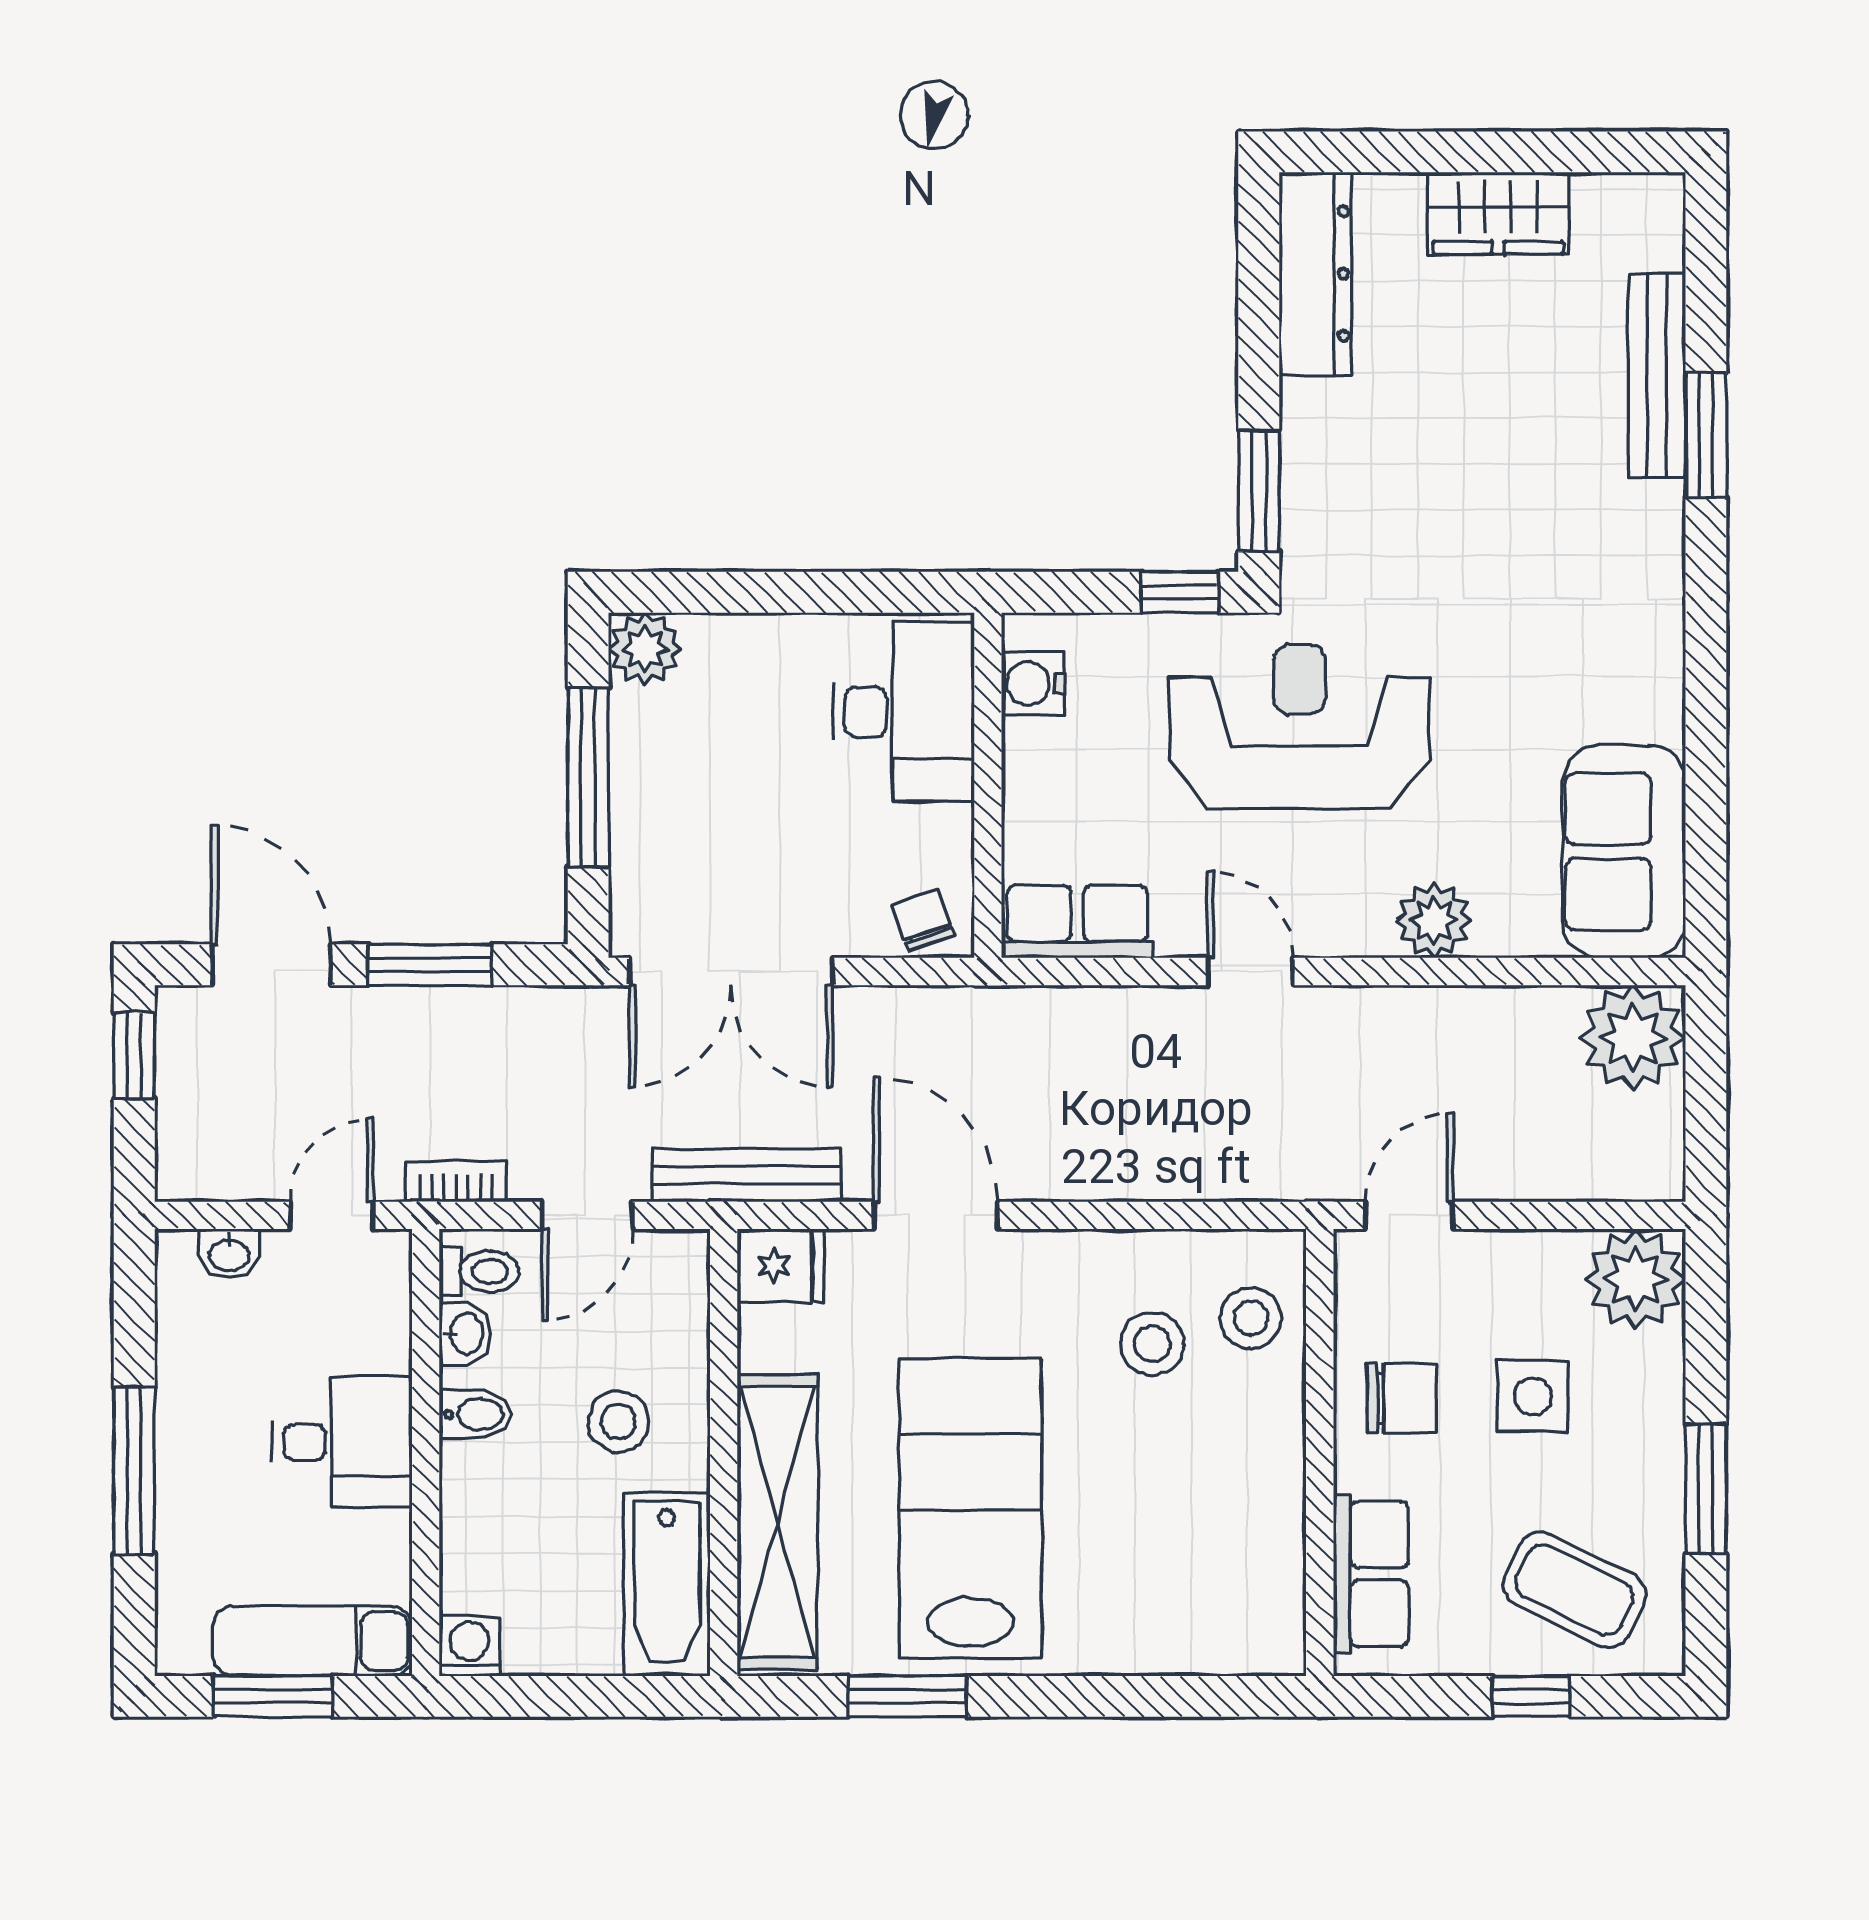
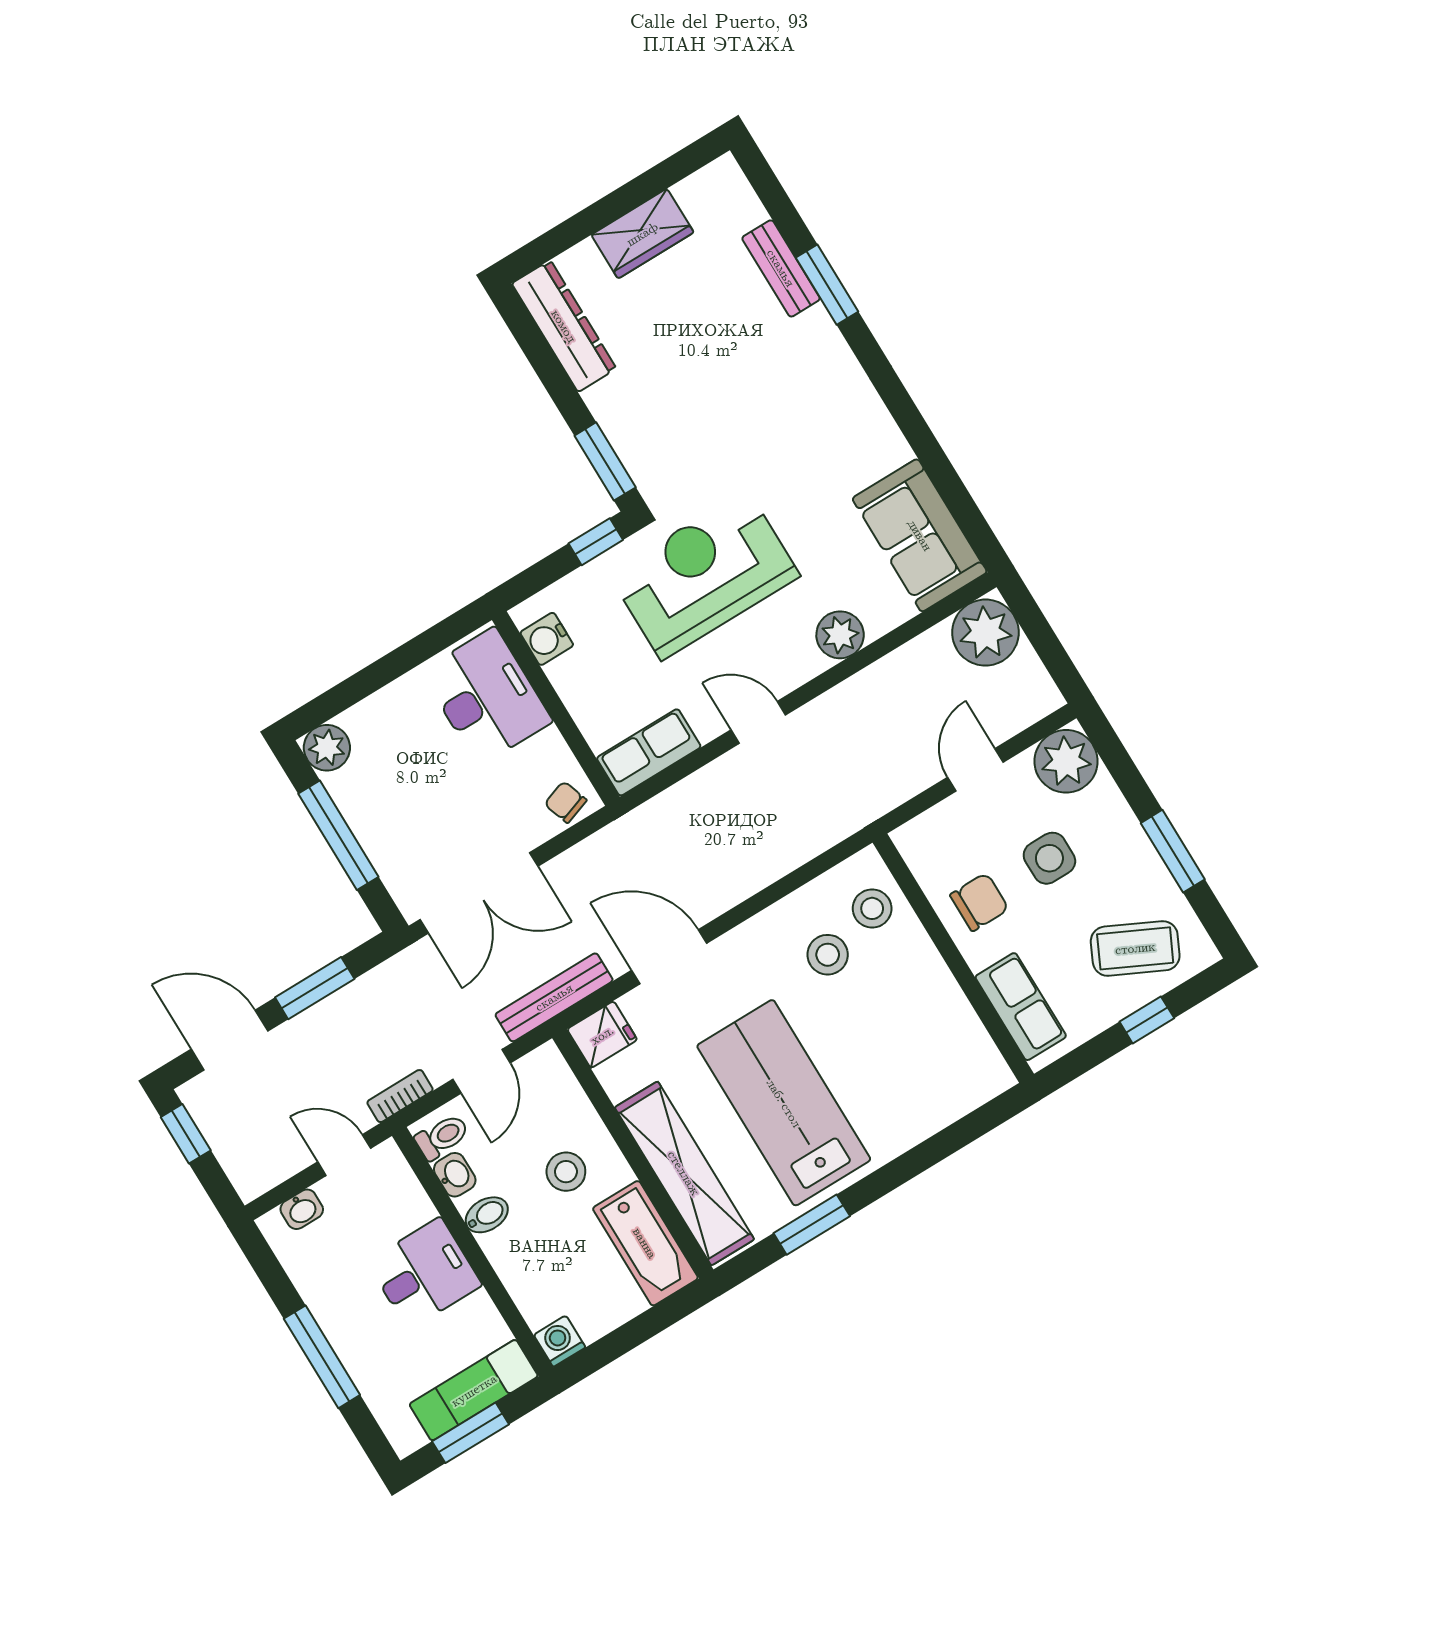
bench: (1657, 375) -> (781, 268), width x0.73
door: (332, 1215) -> (344, 1155), hinge flipped
door: (1409, 1215) -> (975, 770), moved

